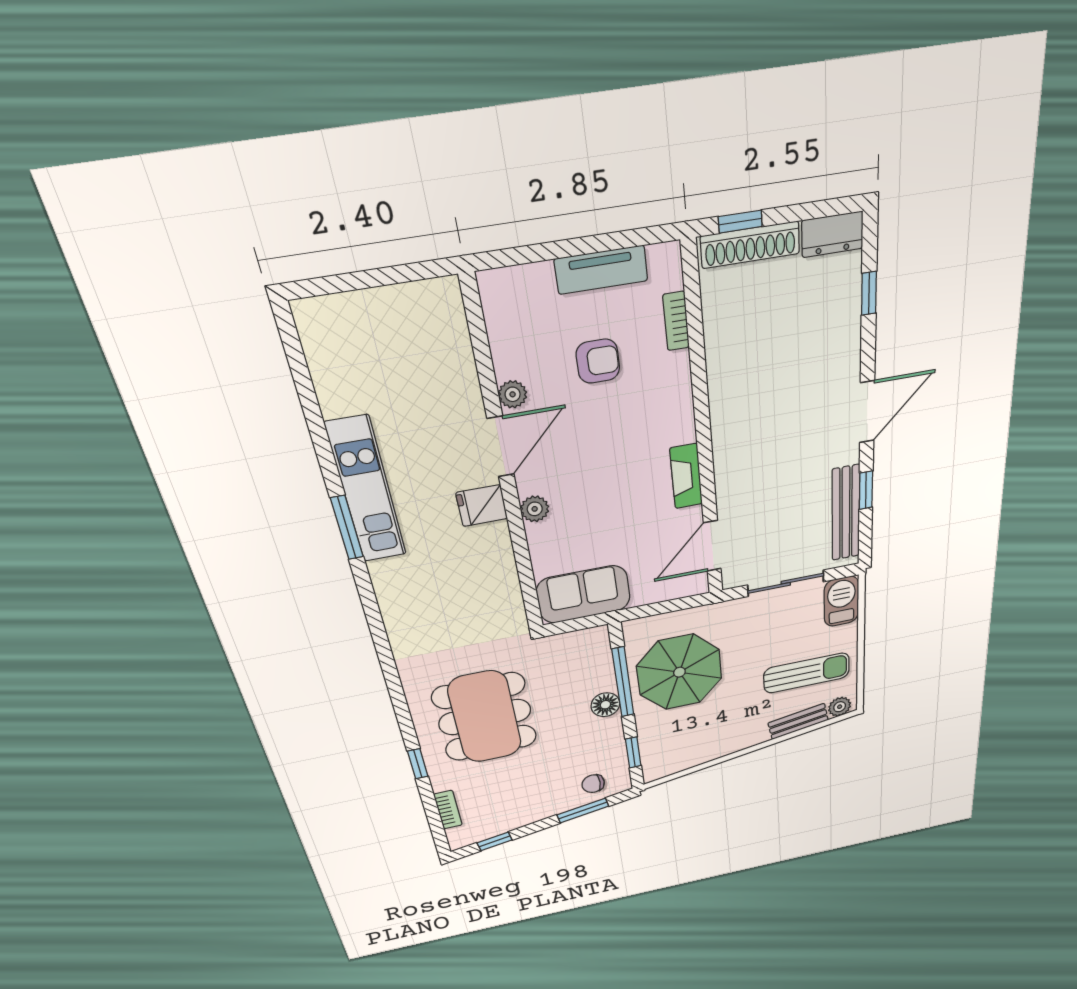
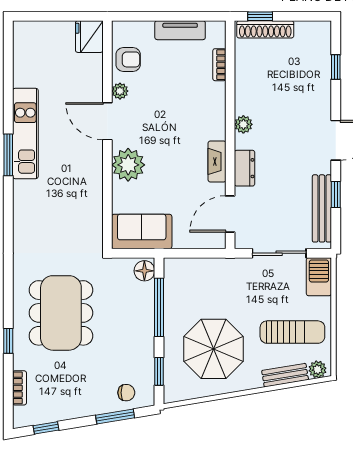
dresser: (832, 234) -> (245, 168), moved, turned -90
armchair: (598, 361) -> (128, 59), moved
plant: (723, 413) -> (243, 124), added
door: (501, 447) -> (107, 121), swing flipped
fridge: (482, 506) -> (89, 37), moved, width x1.38
plant: (535, 509) -> (128, 165), width x1.88, depth x1.88
parasol: (679, 672) -> (214, 349), moved
floor lamp: (605, 705) -> (144, 271), moved
chair: (593, 784) -> (126, 393), turned 180

